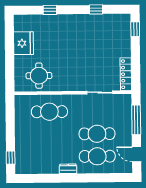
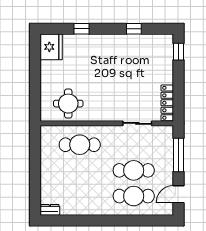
fridge: (24, 43) -> (51, 47), moved
door: (137, 154) -> (178, 194), hinge flipped
window: (11, 158) -> (35, 197), removed
dresser: (68, 169) -> (50, 210), moved

